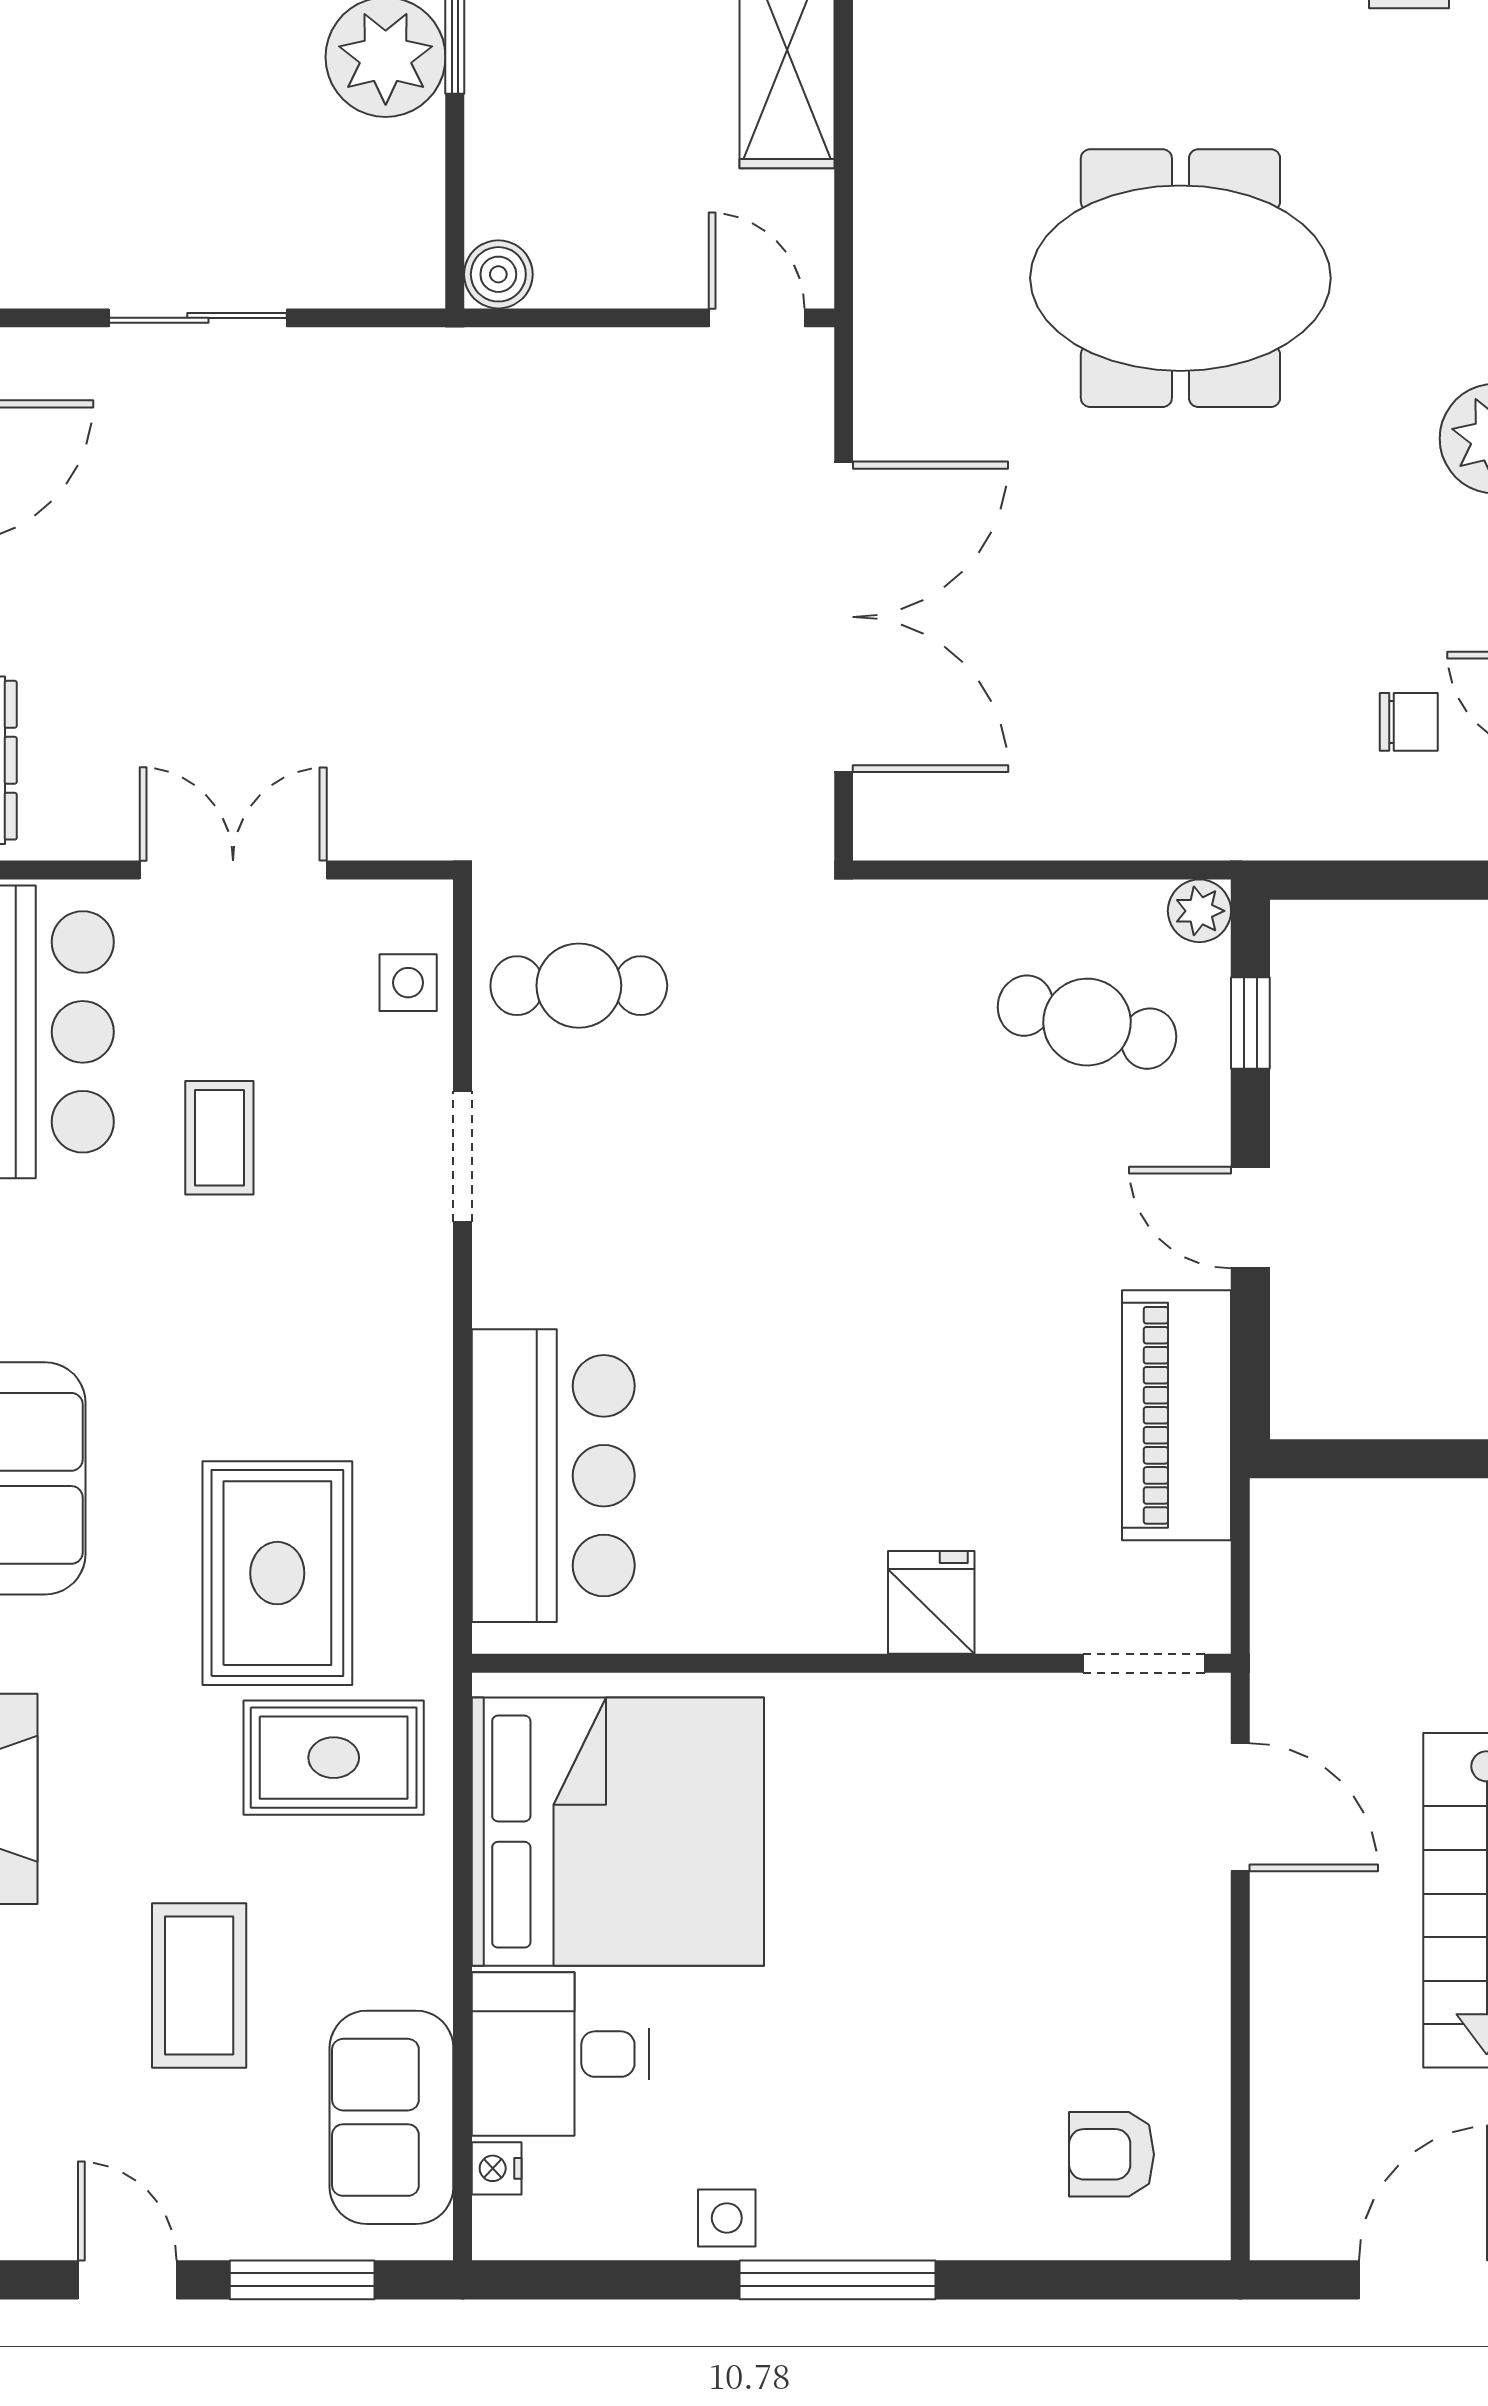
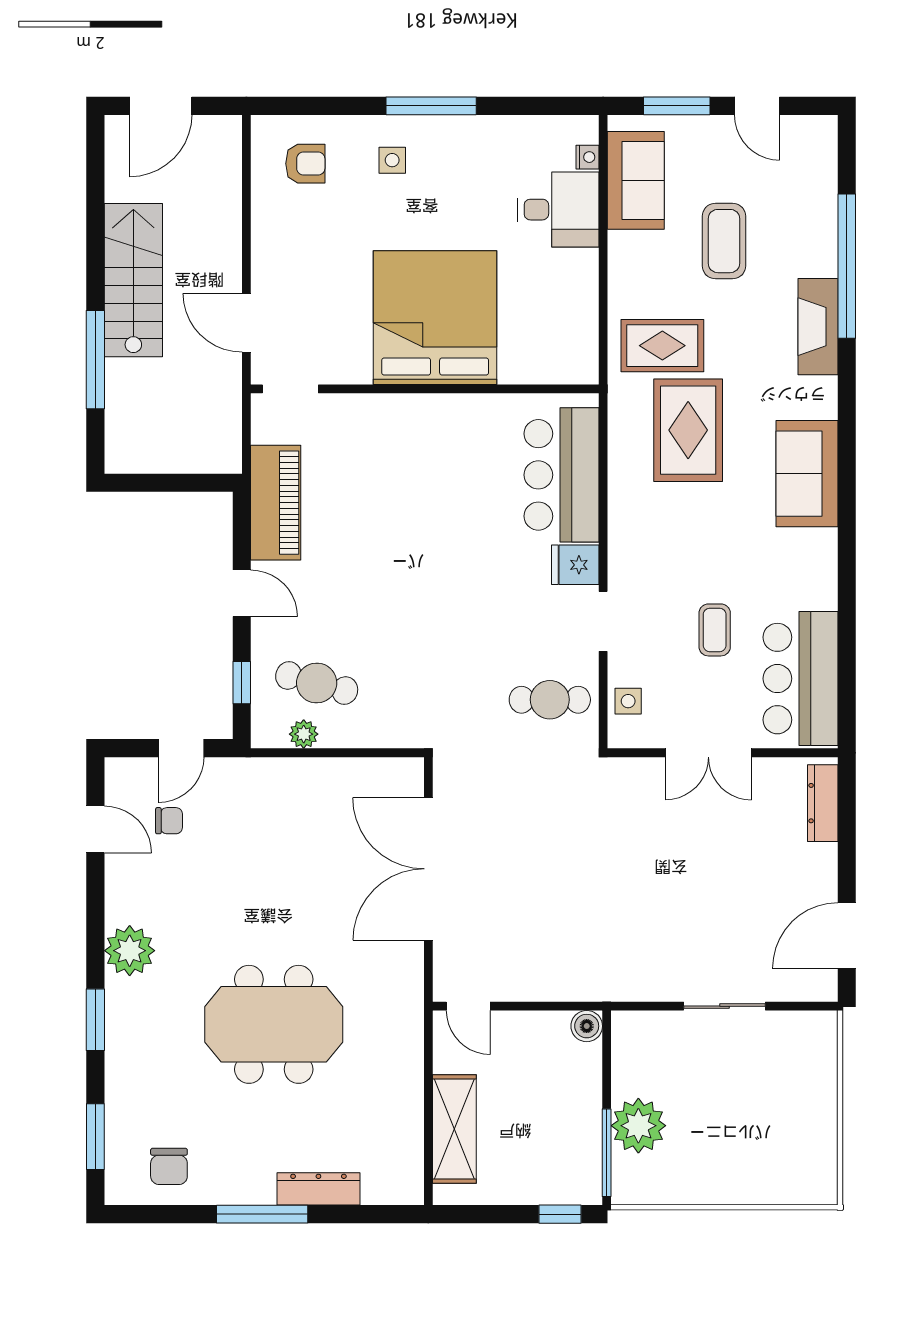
chair: (1409, 722) -> (169, 821), turned 180
door: (1382, 880) -> (181, 748), added
plant: (1199, 911) -> (304, 734), moved
fridge: (931, 1602) -> (575, 565), moved, turned 90
bed: (618, 1832) -> (435, 318), moved, turned 90
side table: (727, 2218) -> (392, 160), moved

